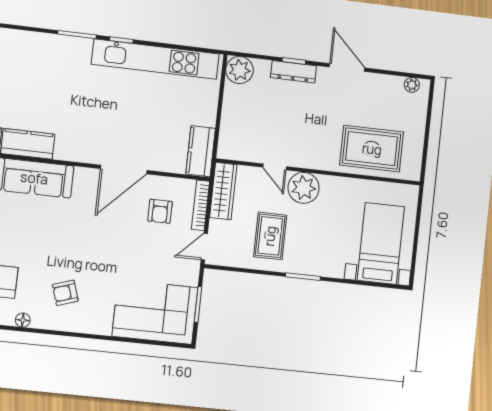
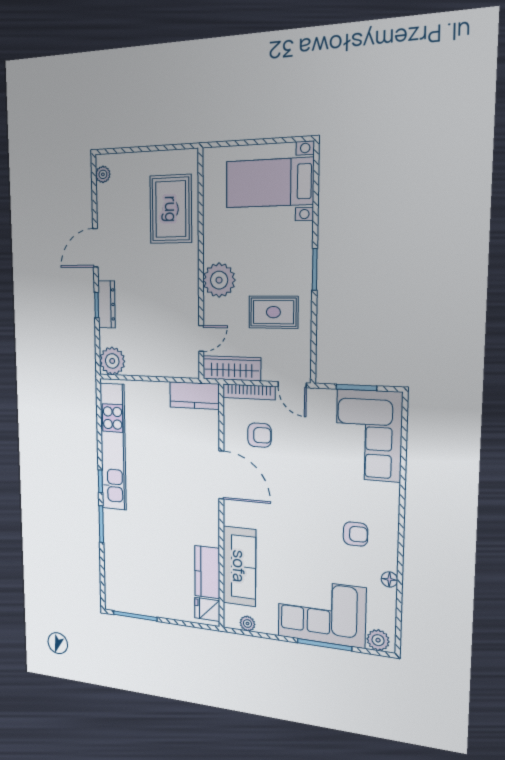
door: (275, 167) -> (201, 338), moved
armchair: (65, 293) -> (356, 534), turned -72

